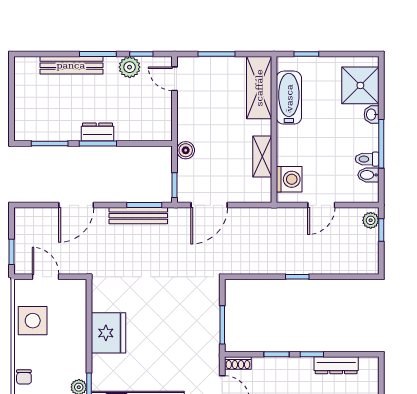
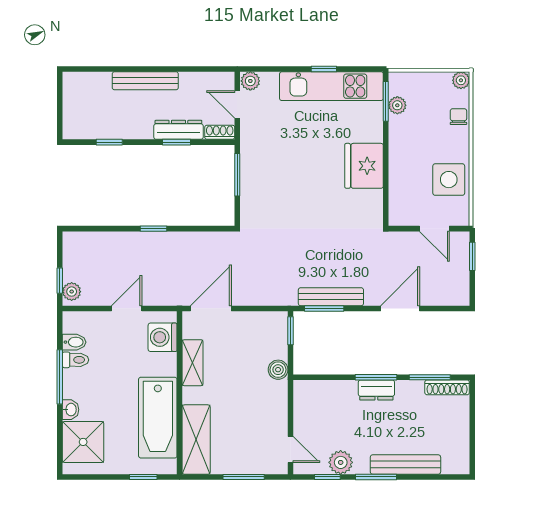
bathtub: (289, 98) -> (158, 418), width x1.36, depth x1.36
shoe rack: (34, 134) -> (447, 387), added
door: (209, 205) -> (211, 308), moved
window: (312, 354) -> (109, 142), moved
dresser: (336, 365) -> (178, 130), moved

